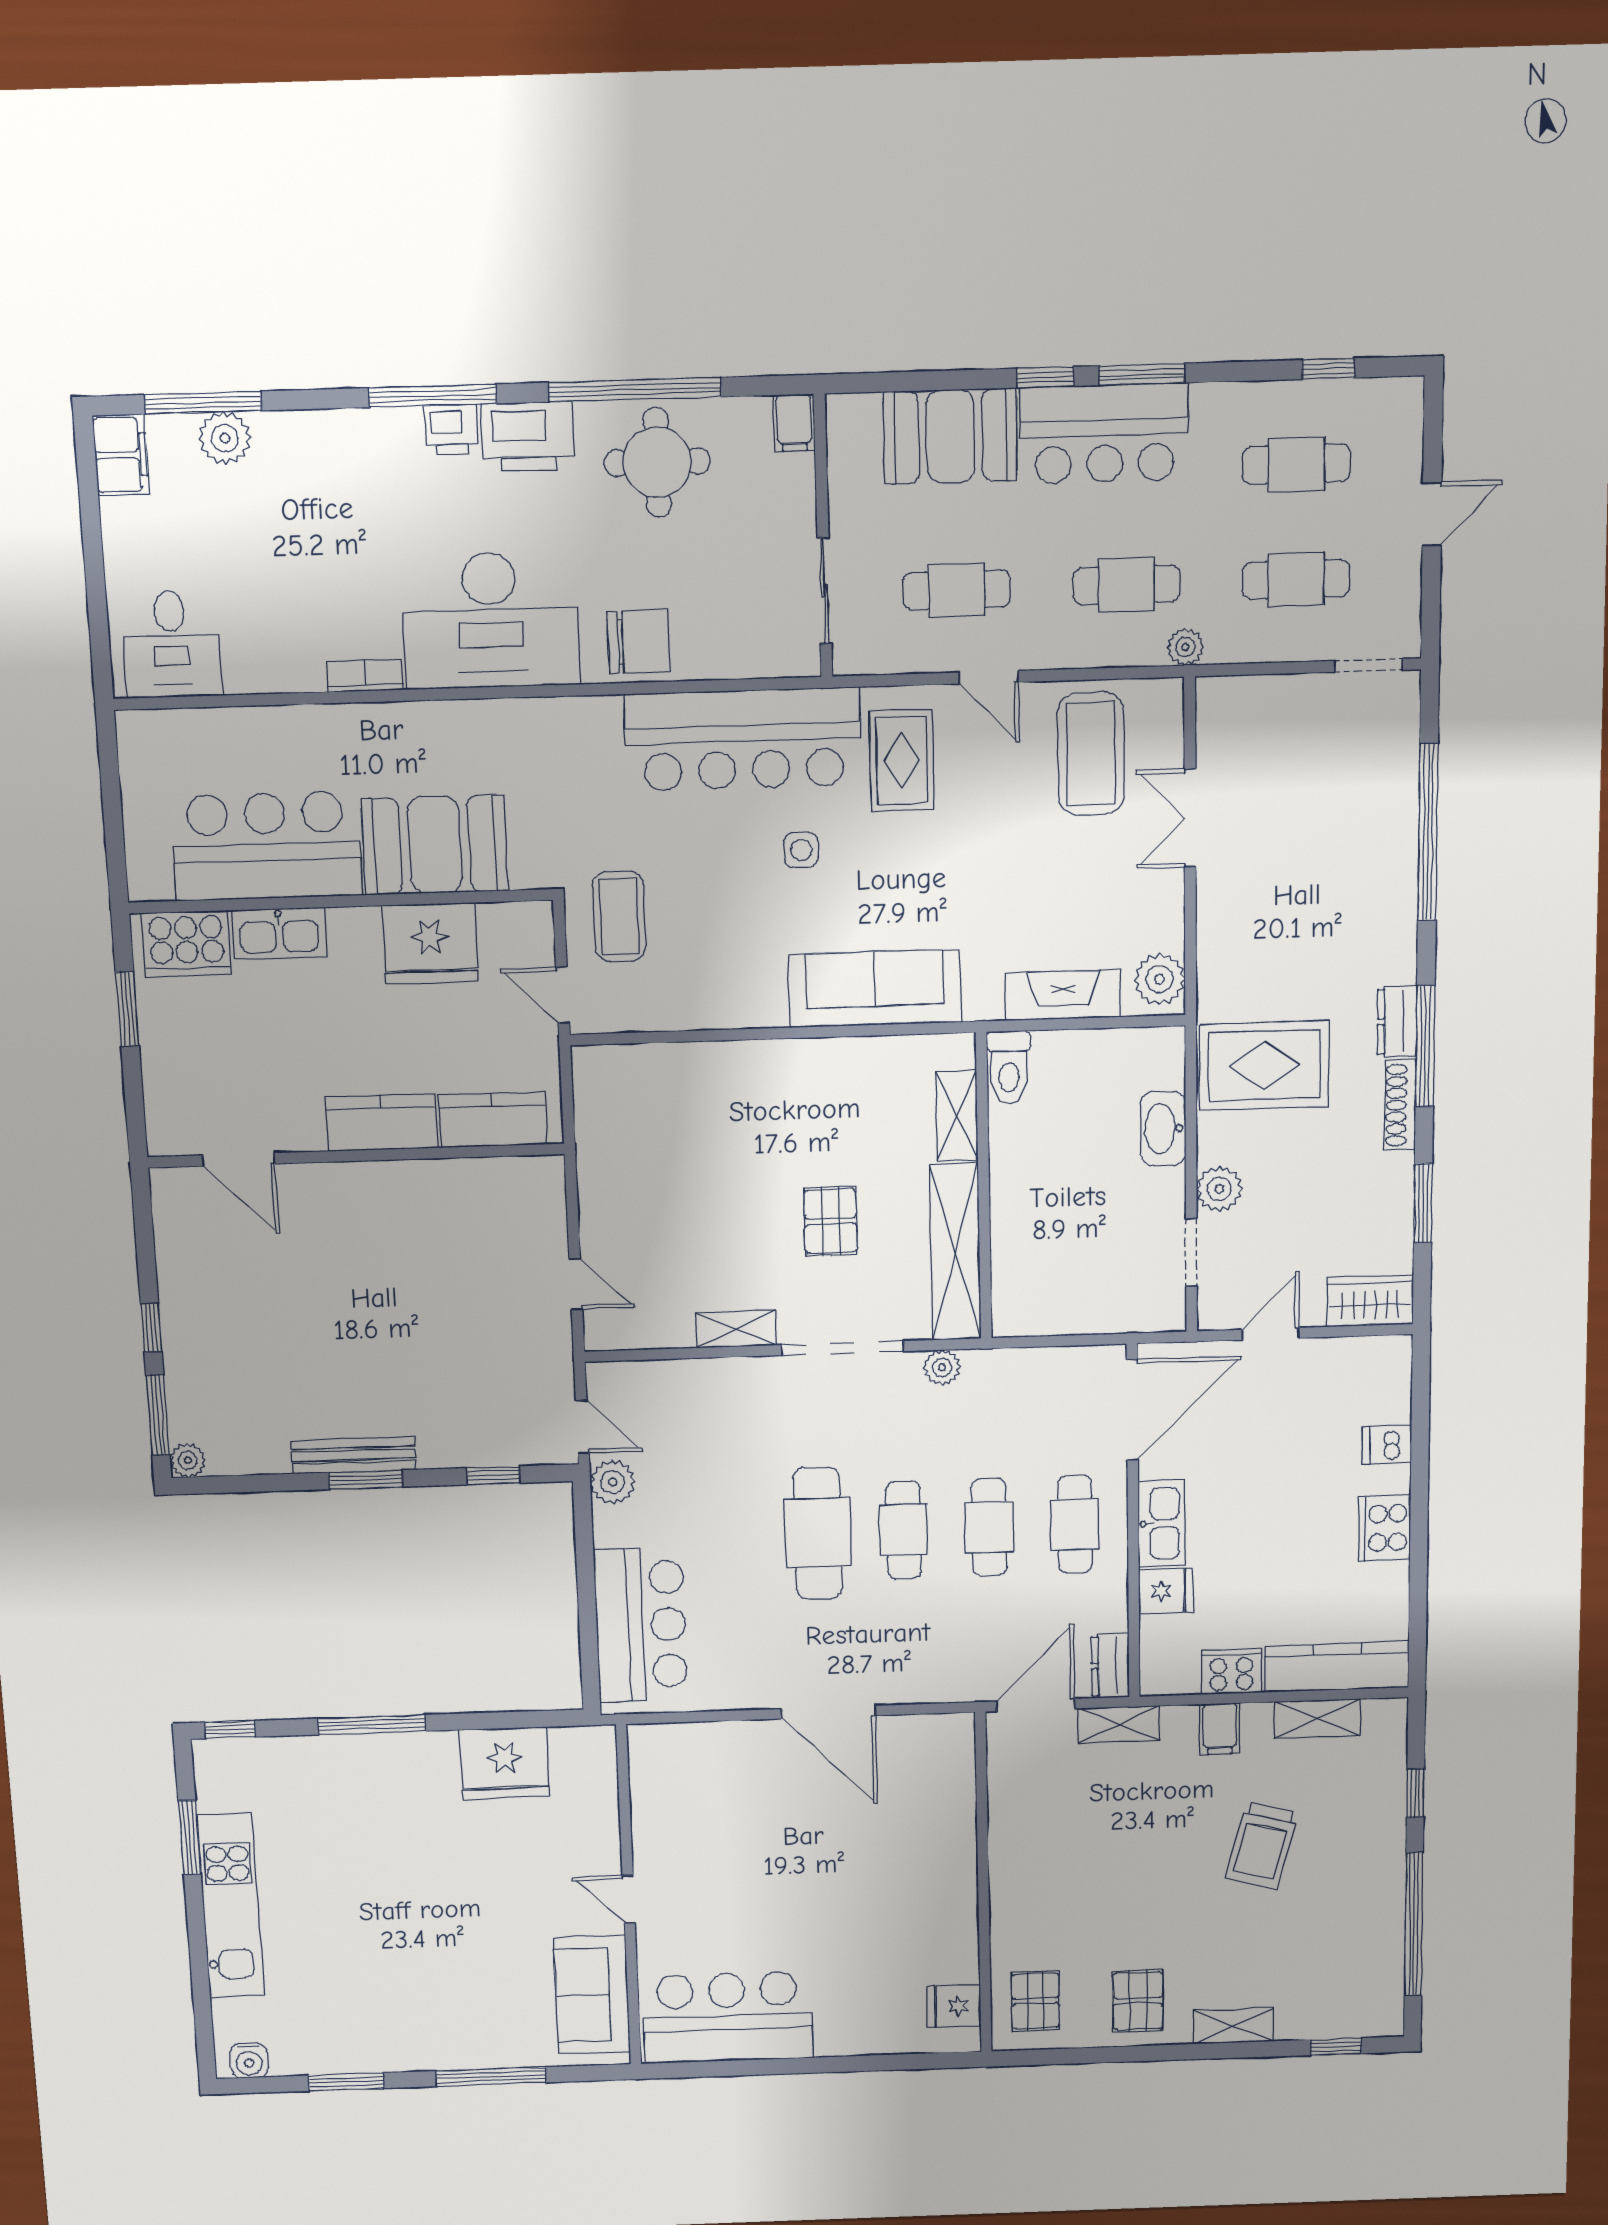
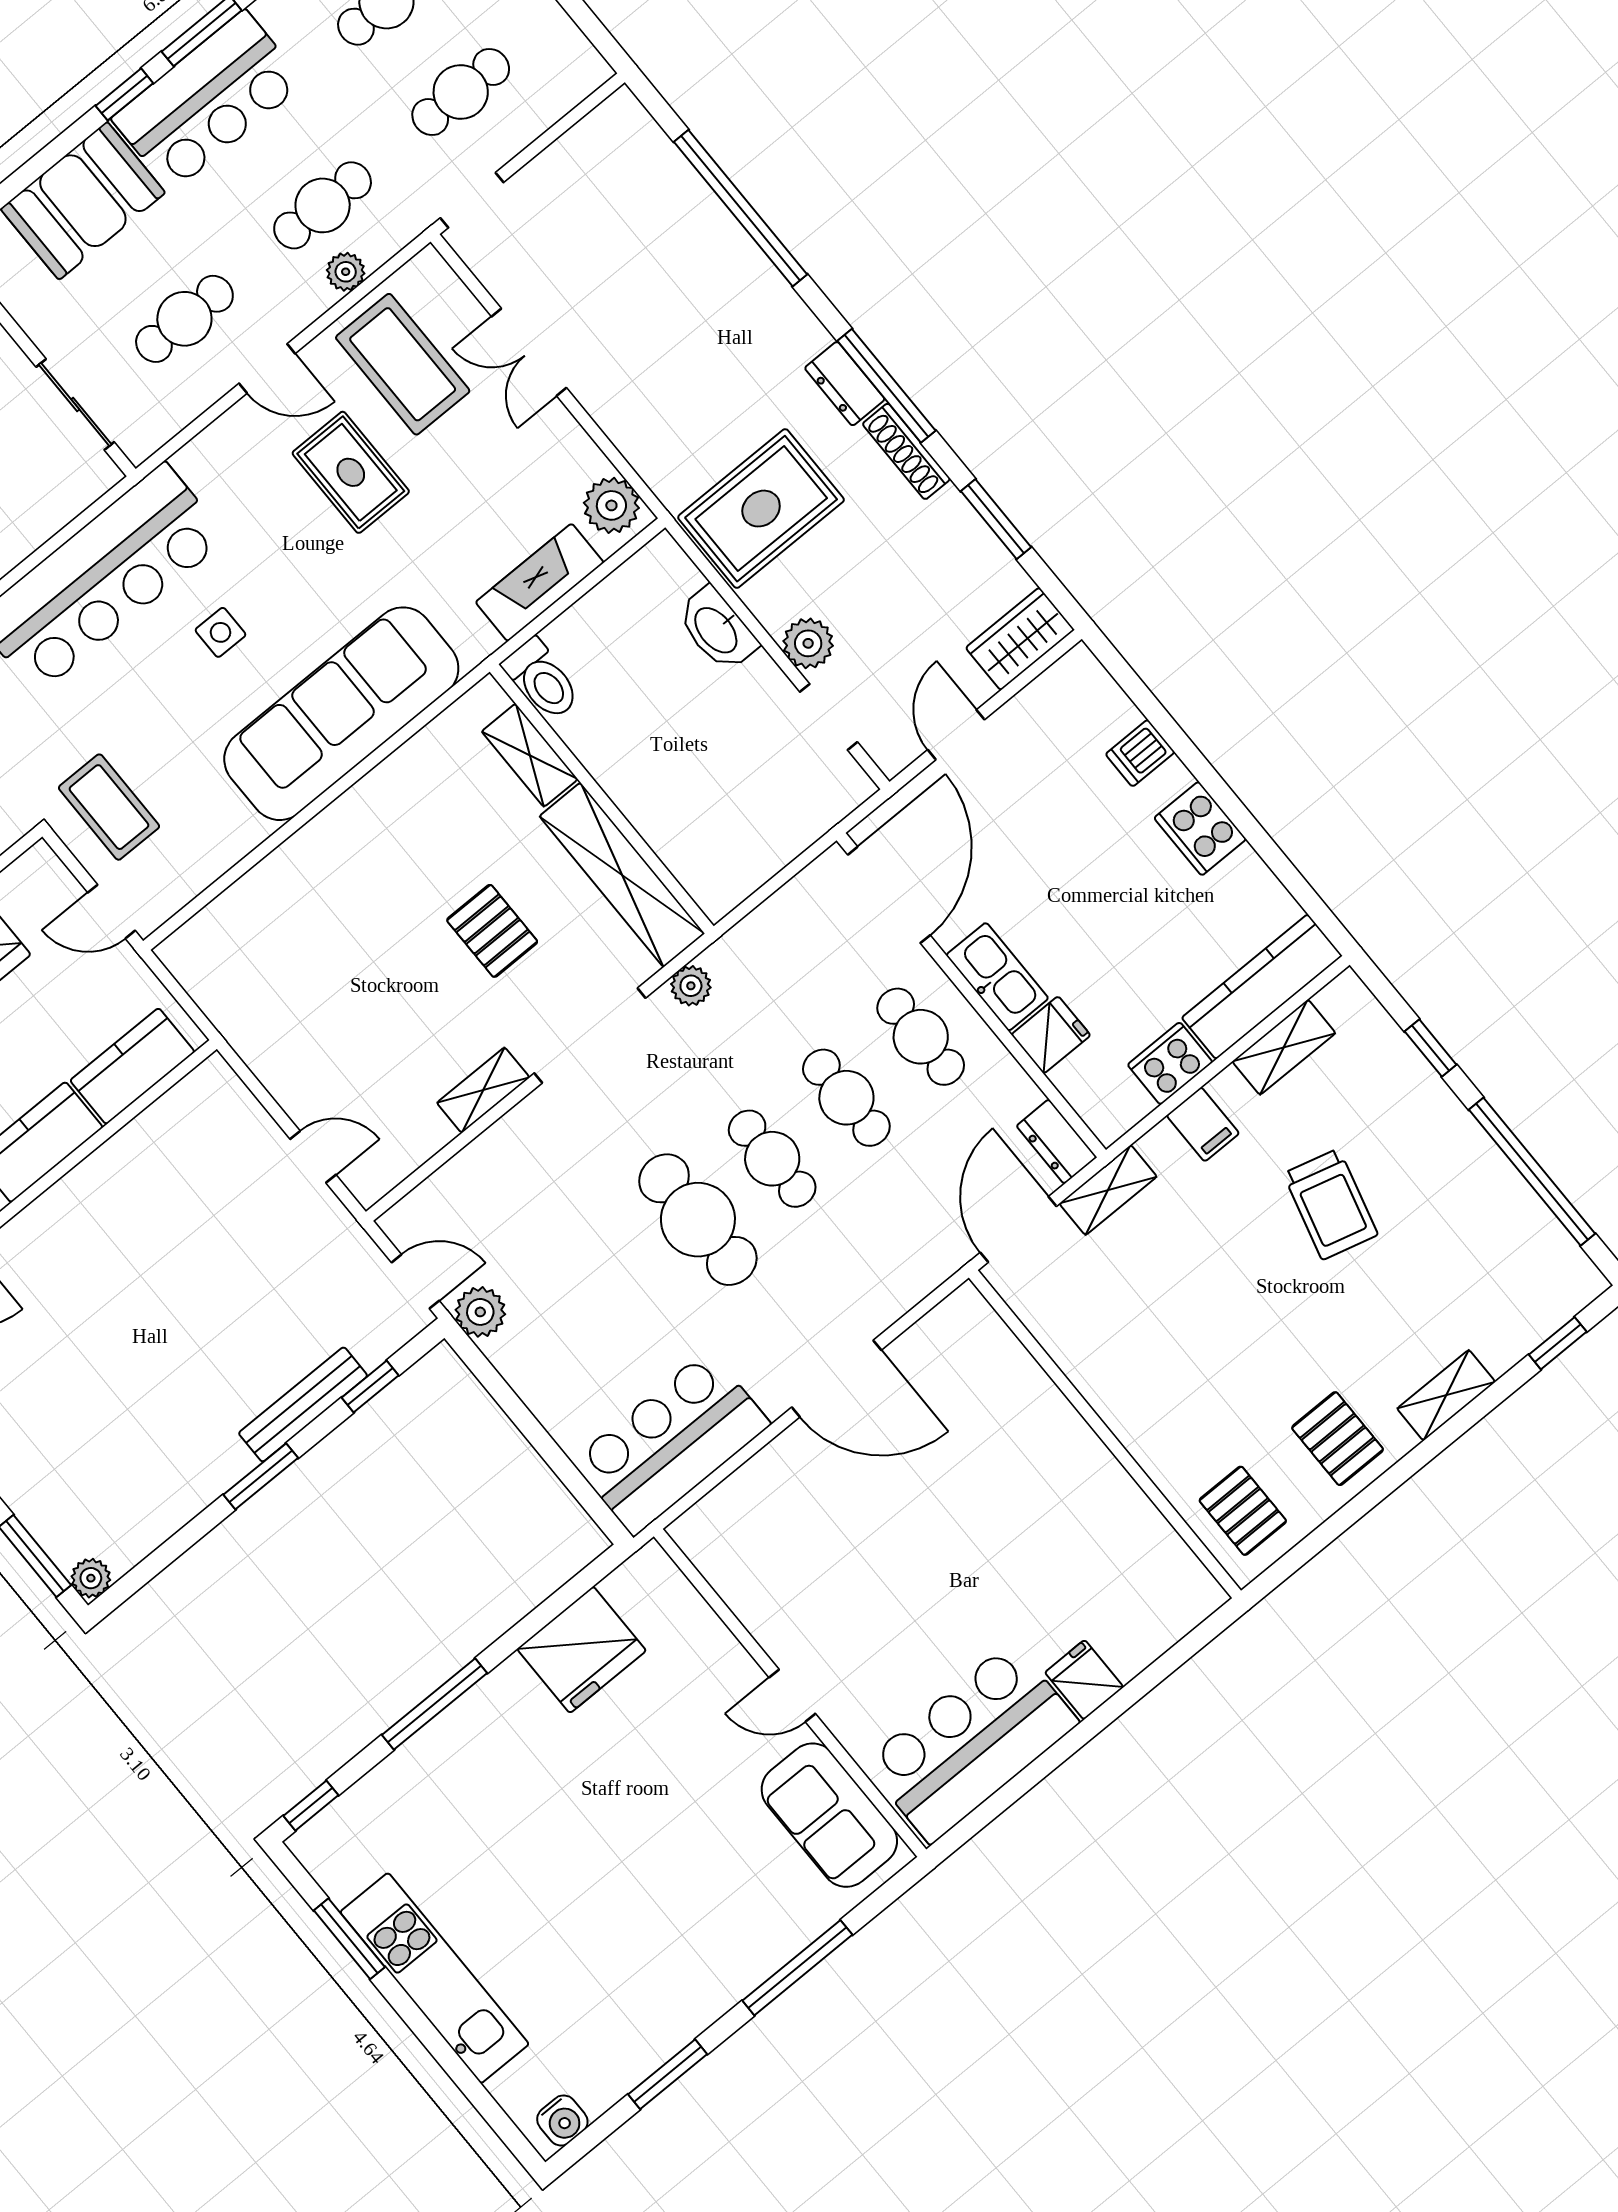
plant: (1185, 647) -> (346, 272), moved
doorway: (1369, 665) -> (472, 200), moved
rug: (902, 760) -> (351, 472), moved
sofa: (875, 988) -> (341, 714), width x1.36, depth x1.27
bench: (354, 1455) -> (303, 1404), moved
bar counter: (641, 1625) -> (671, 1443), moved, turned -90
fridge: (954, 2006) -> (1084, 1680), moved, turned 90

